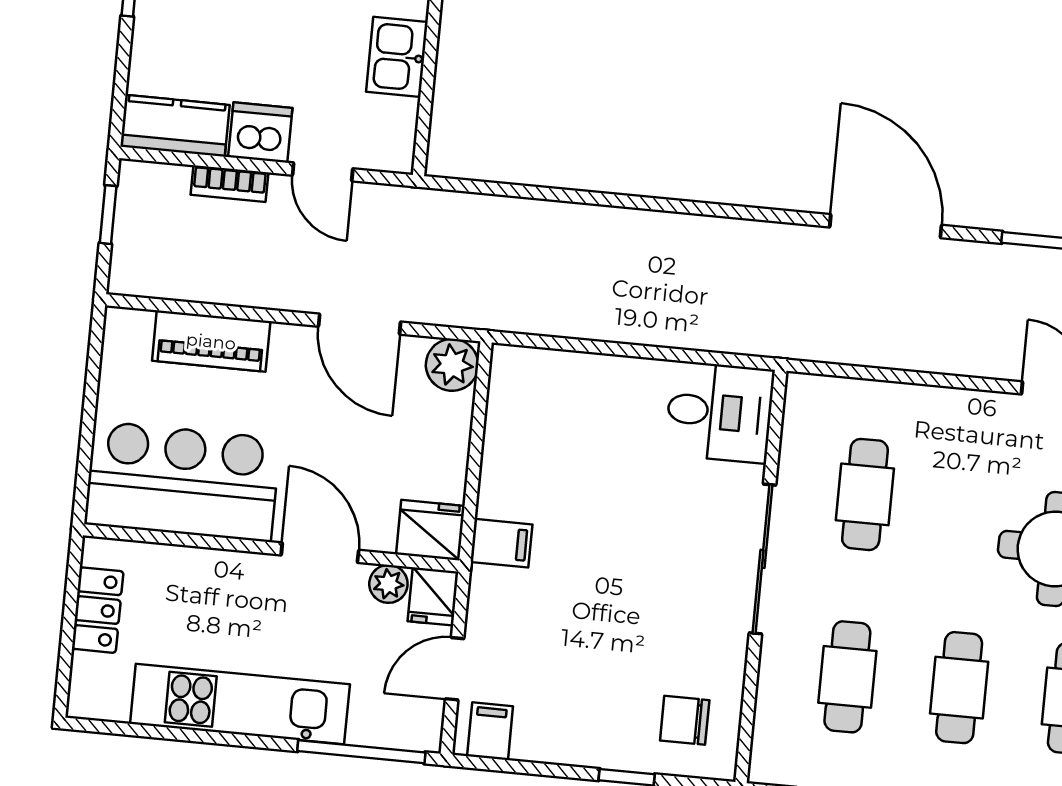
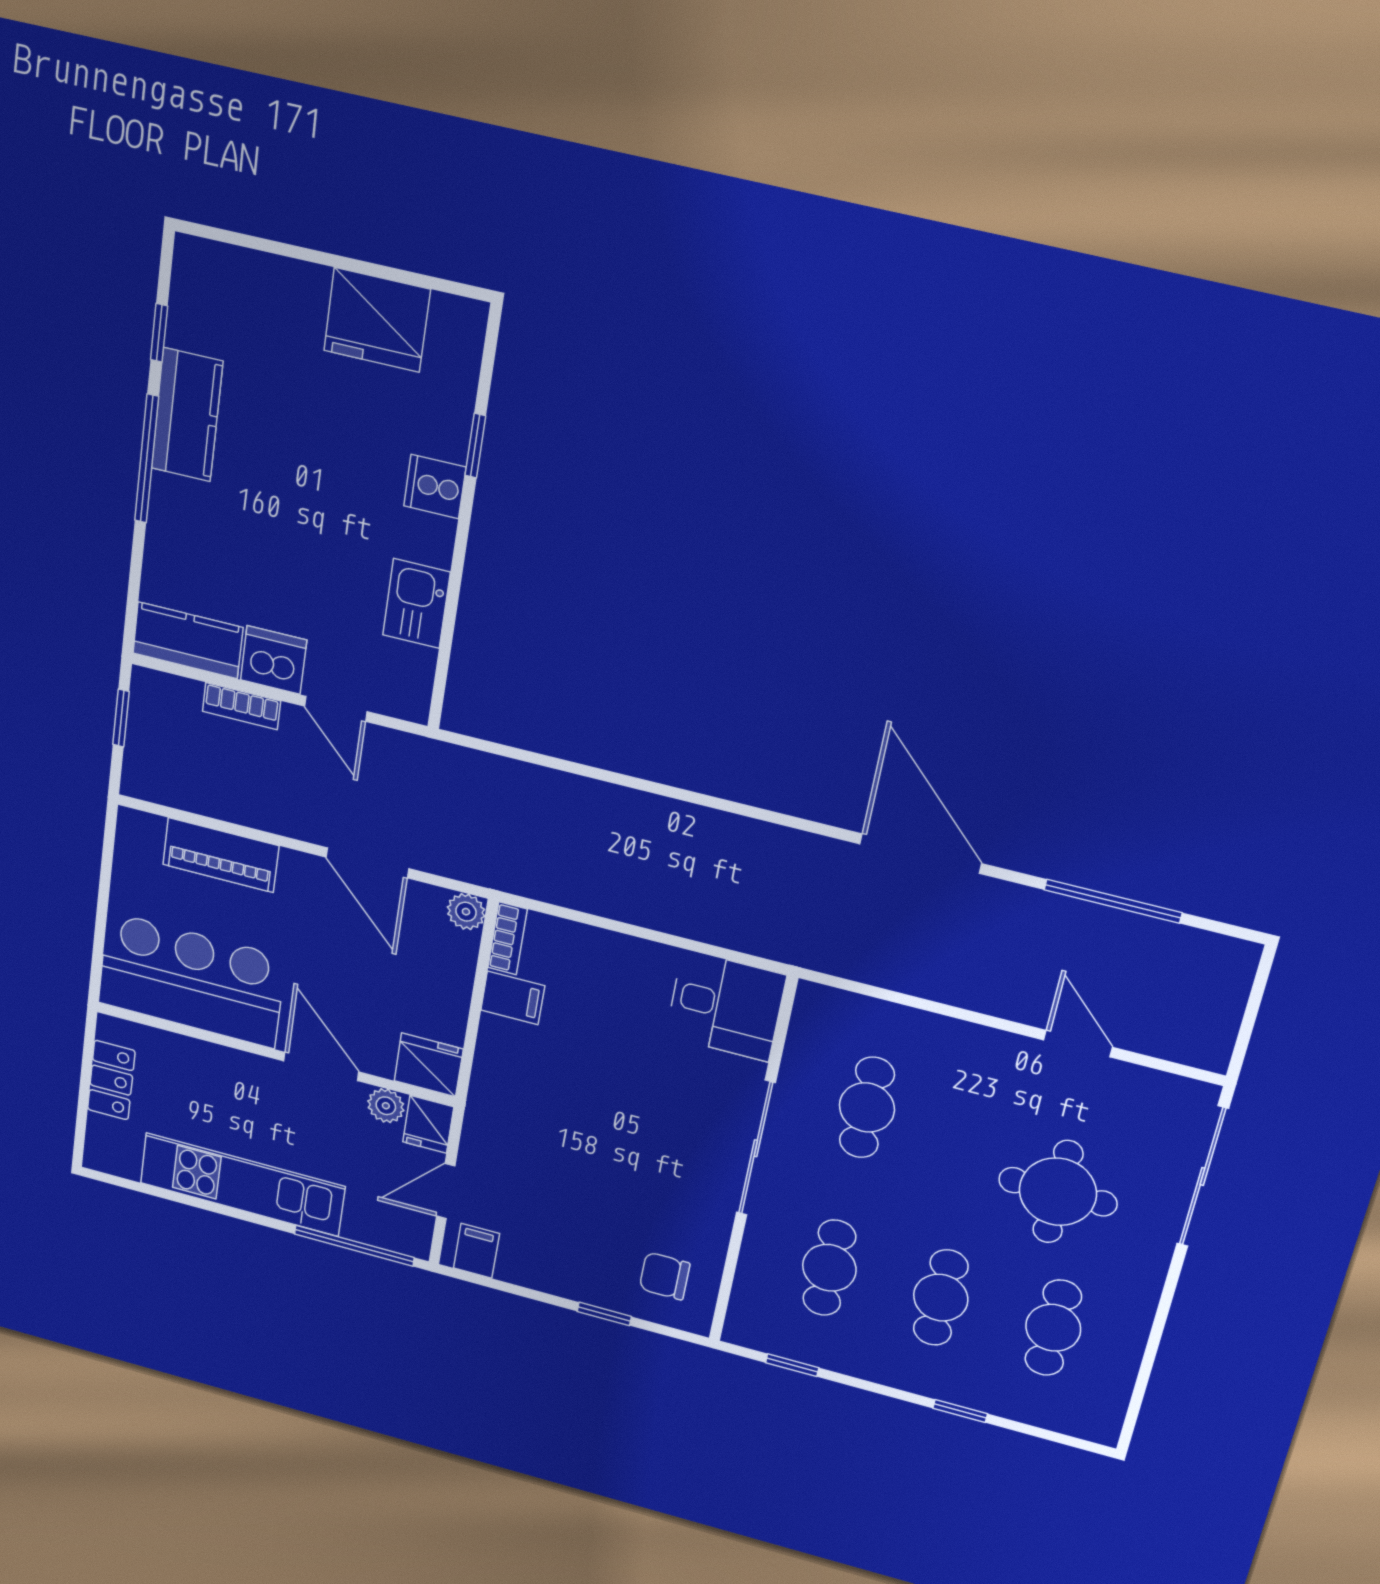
plant: (452, 365) -> (466, 912), width x0.73, depth x0.73
bookcase: (502, 379) -> (508, 938), added
filing cabinet: (501, 543) -> (513, 998), moved

